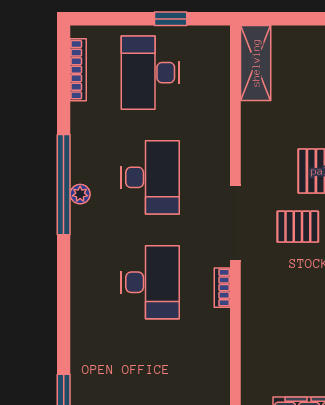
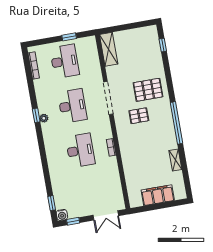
desk: (150, 73) -> (65, 61), turned 180
window: (64, 185) -> (36, 115), width x0.32
doorway: (235, 223) -> (108, 98), moved

